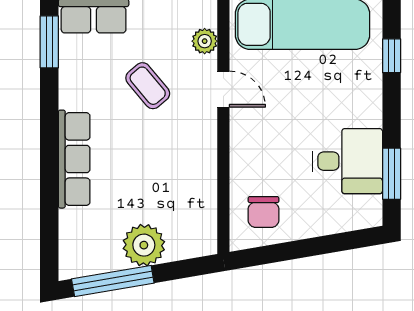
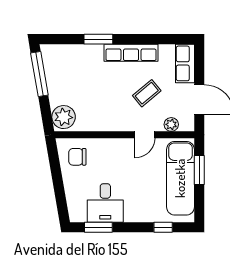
window: (49, 42) -> (98, 39), moved
row of seats: (74, 159) -> (131, 53), moved
plant: (144, 245) -> (64, 117), moved

